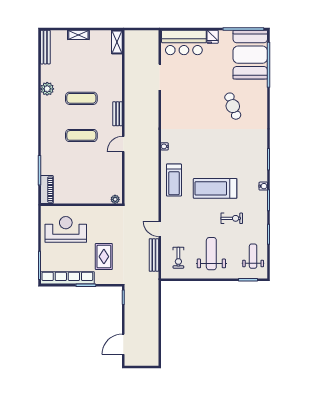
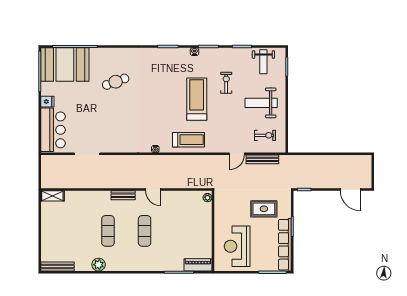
shelving: (78, 35) -> (45, 234), removed
treadmill: (215, 188) -> (197, 99), turned 180
weight bench: (253, 256) -> (263, 62), turned -90

